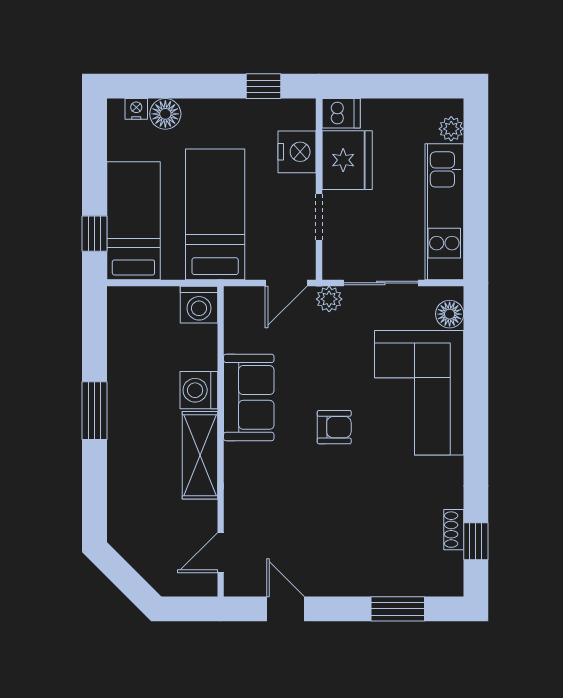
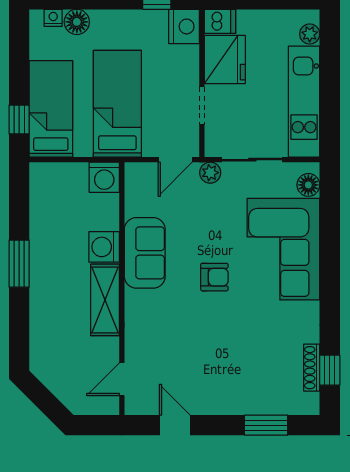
nightstand: (297, 152) -> (184, 26), moved
shoe rack: (454, 530) -> (312, 368), width x1.43

